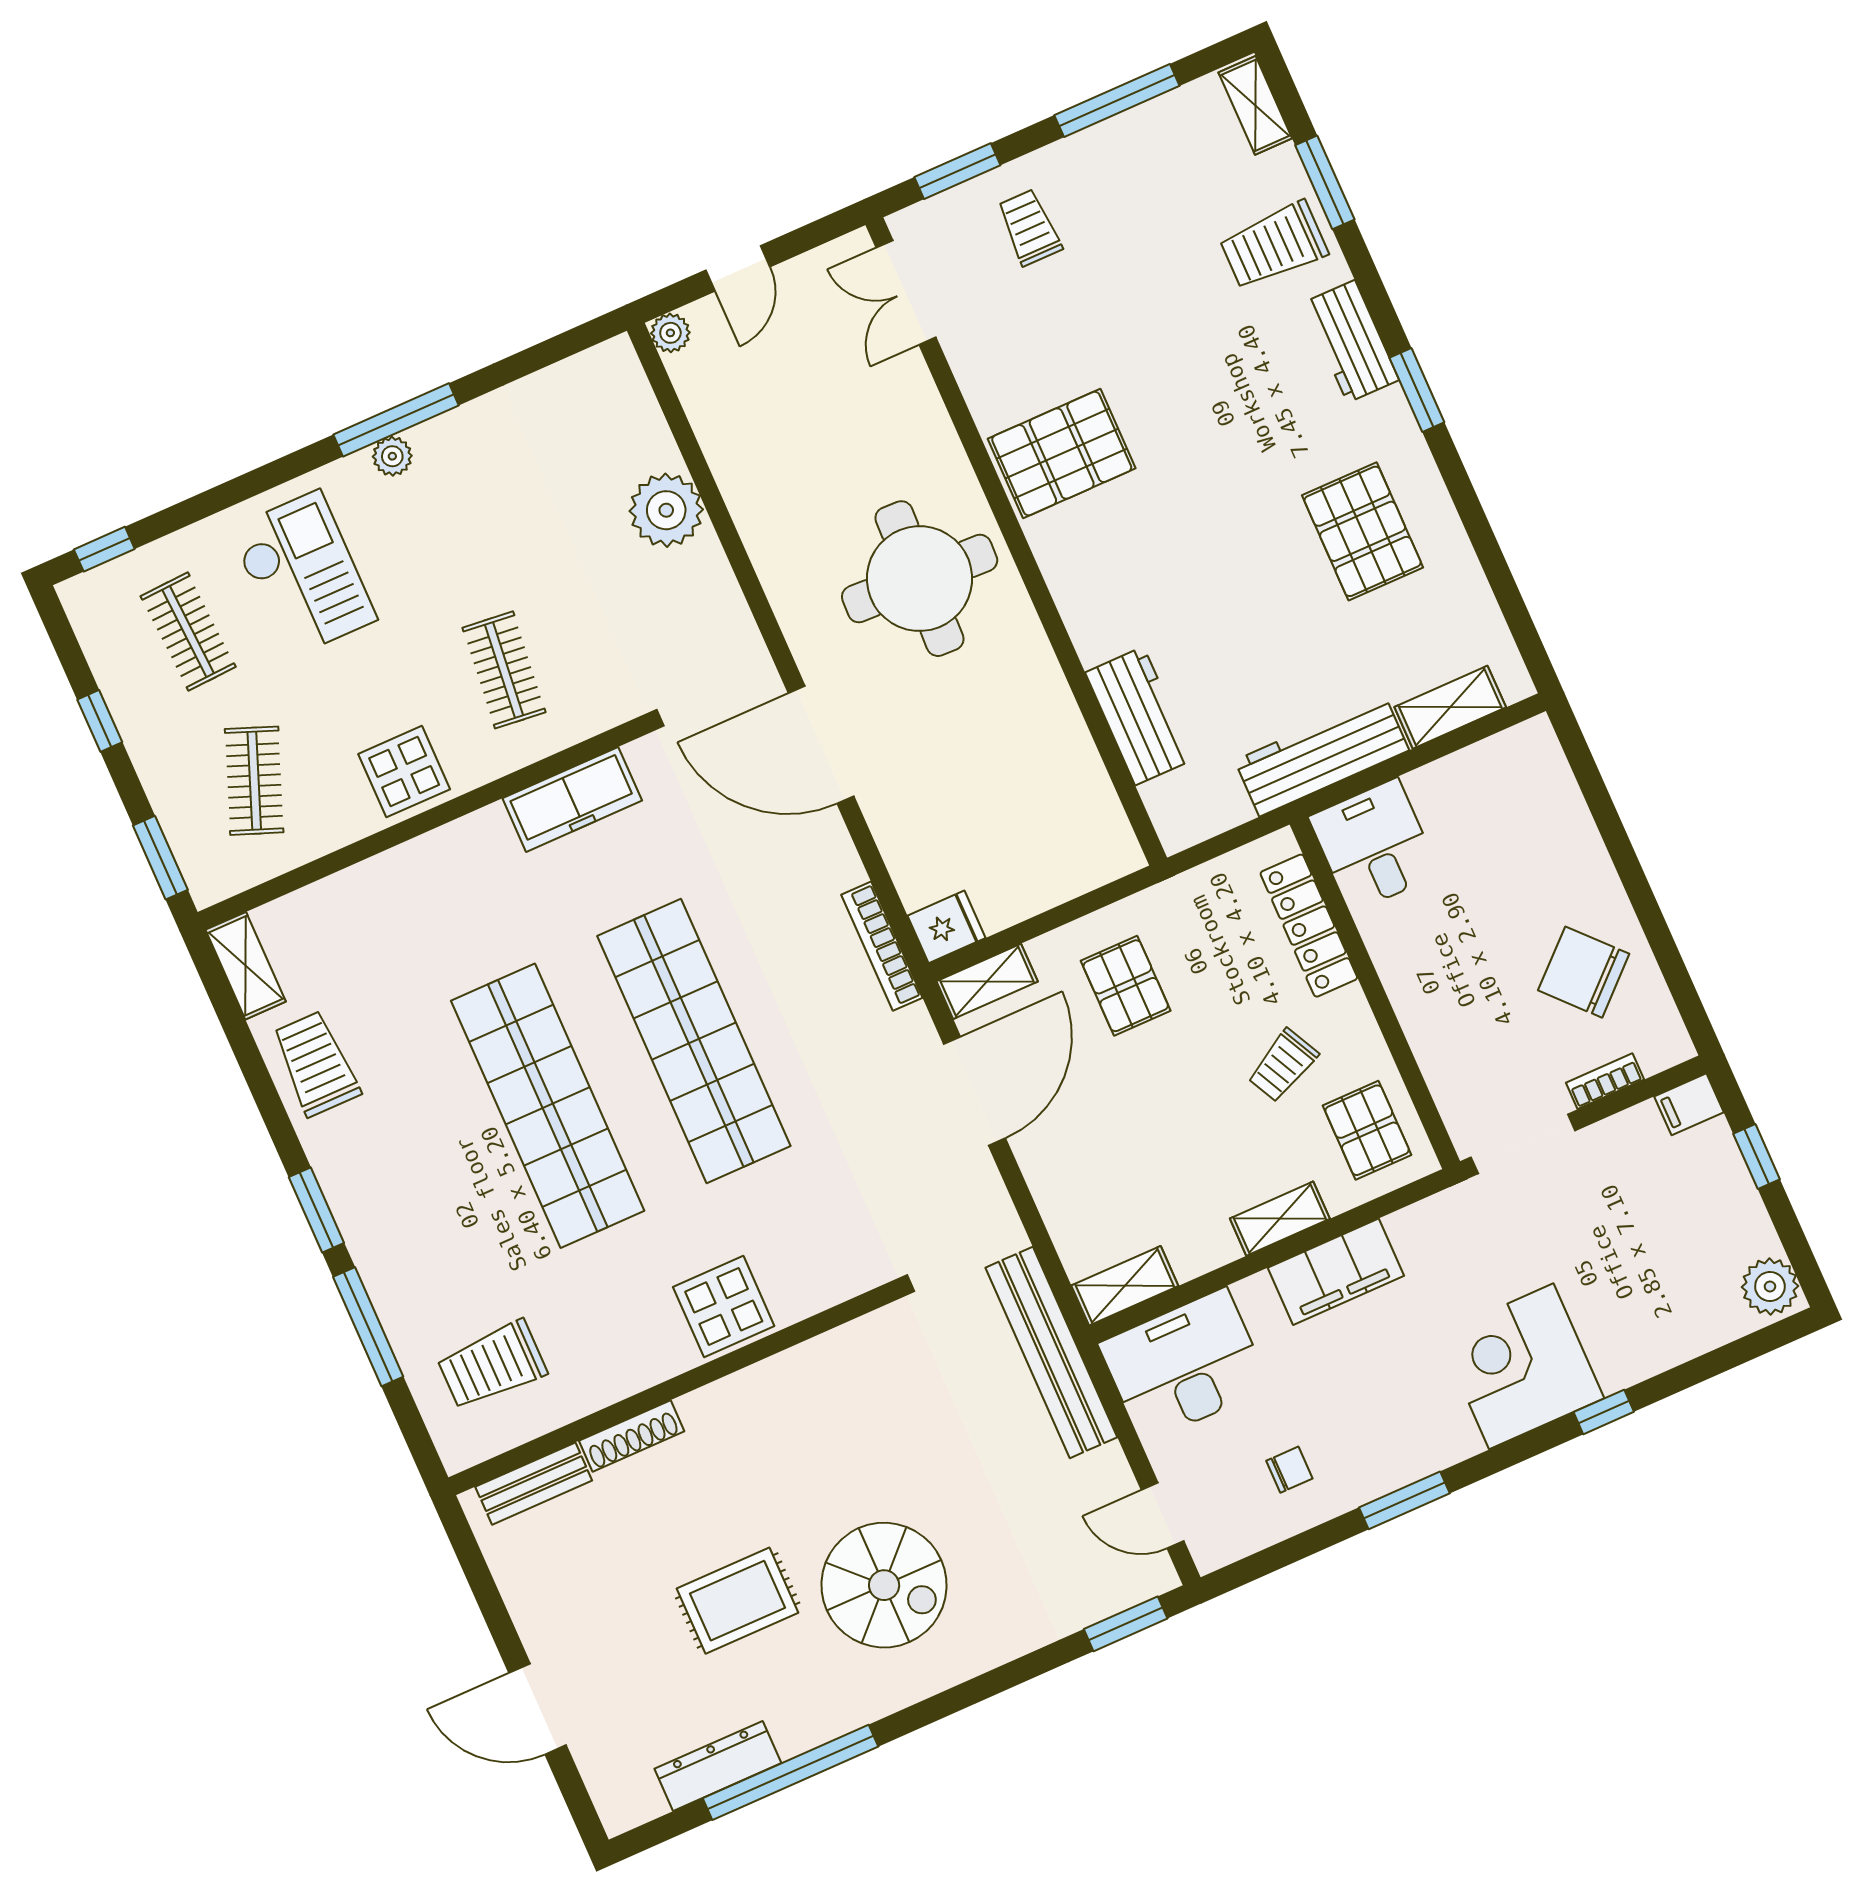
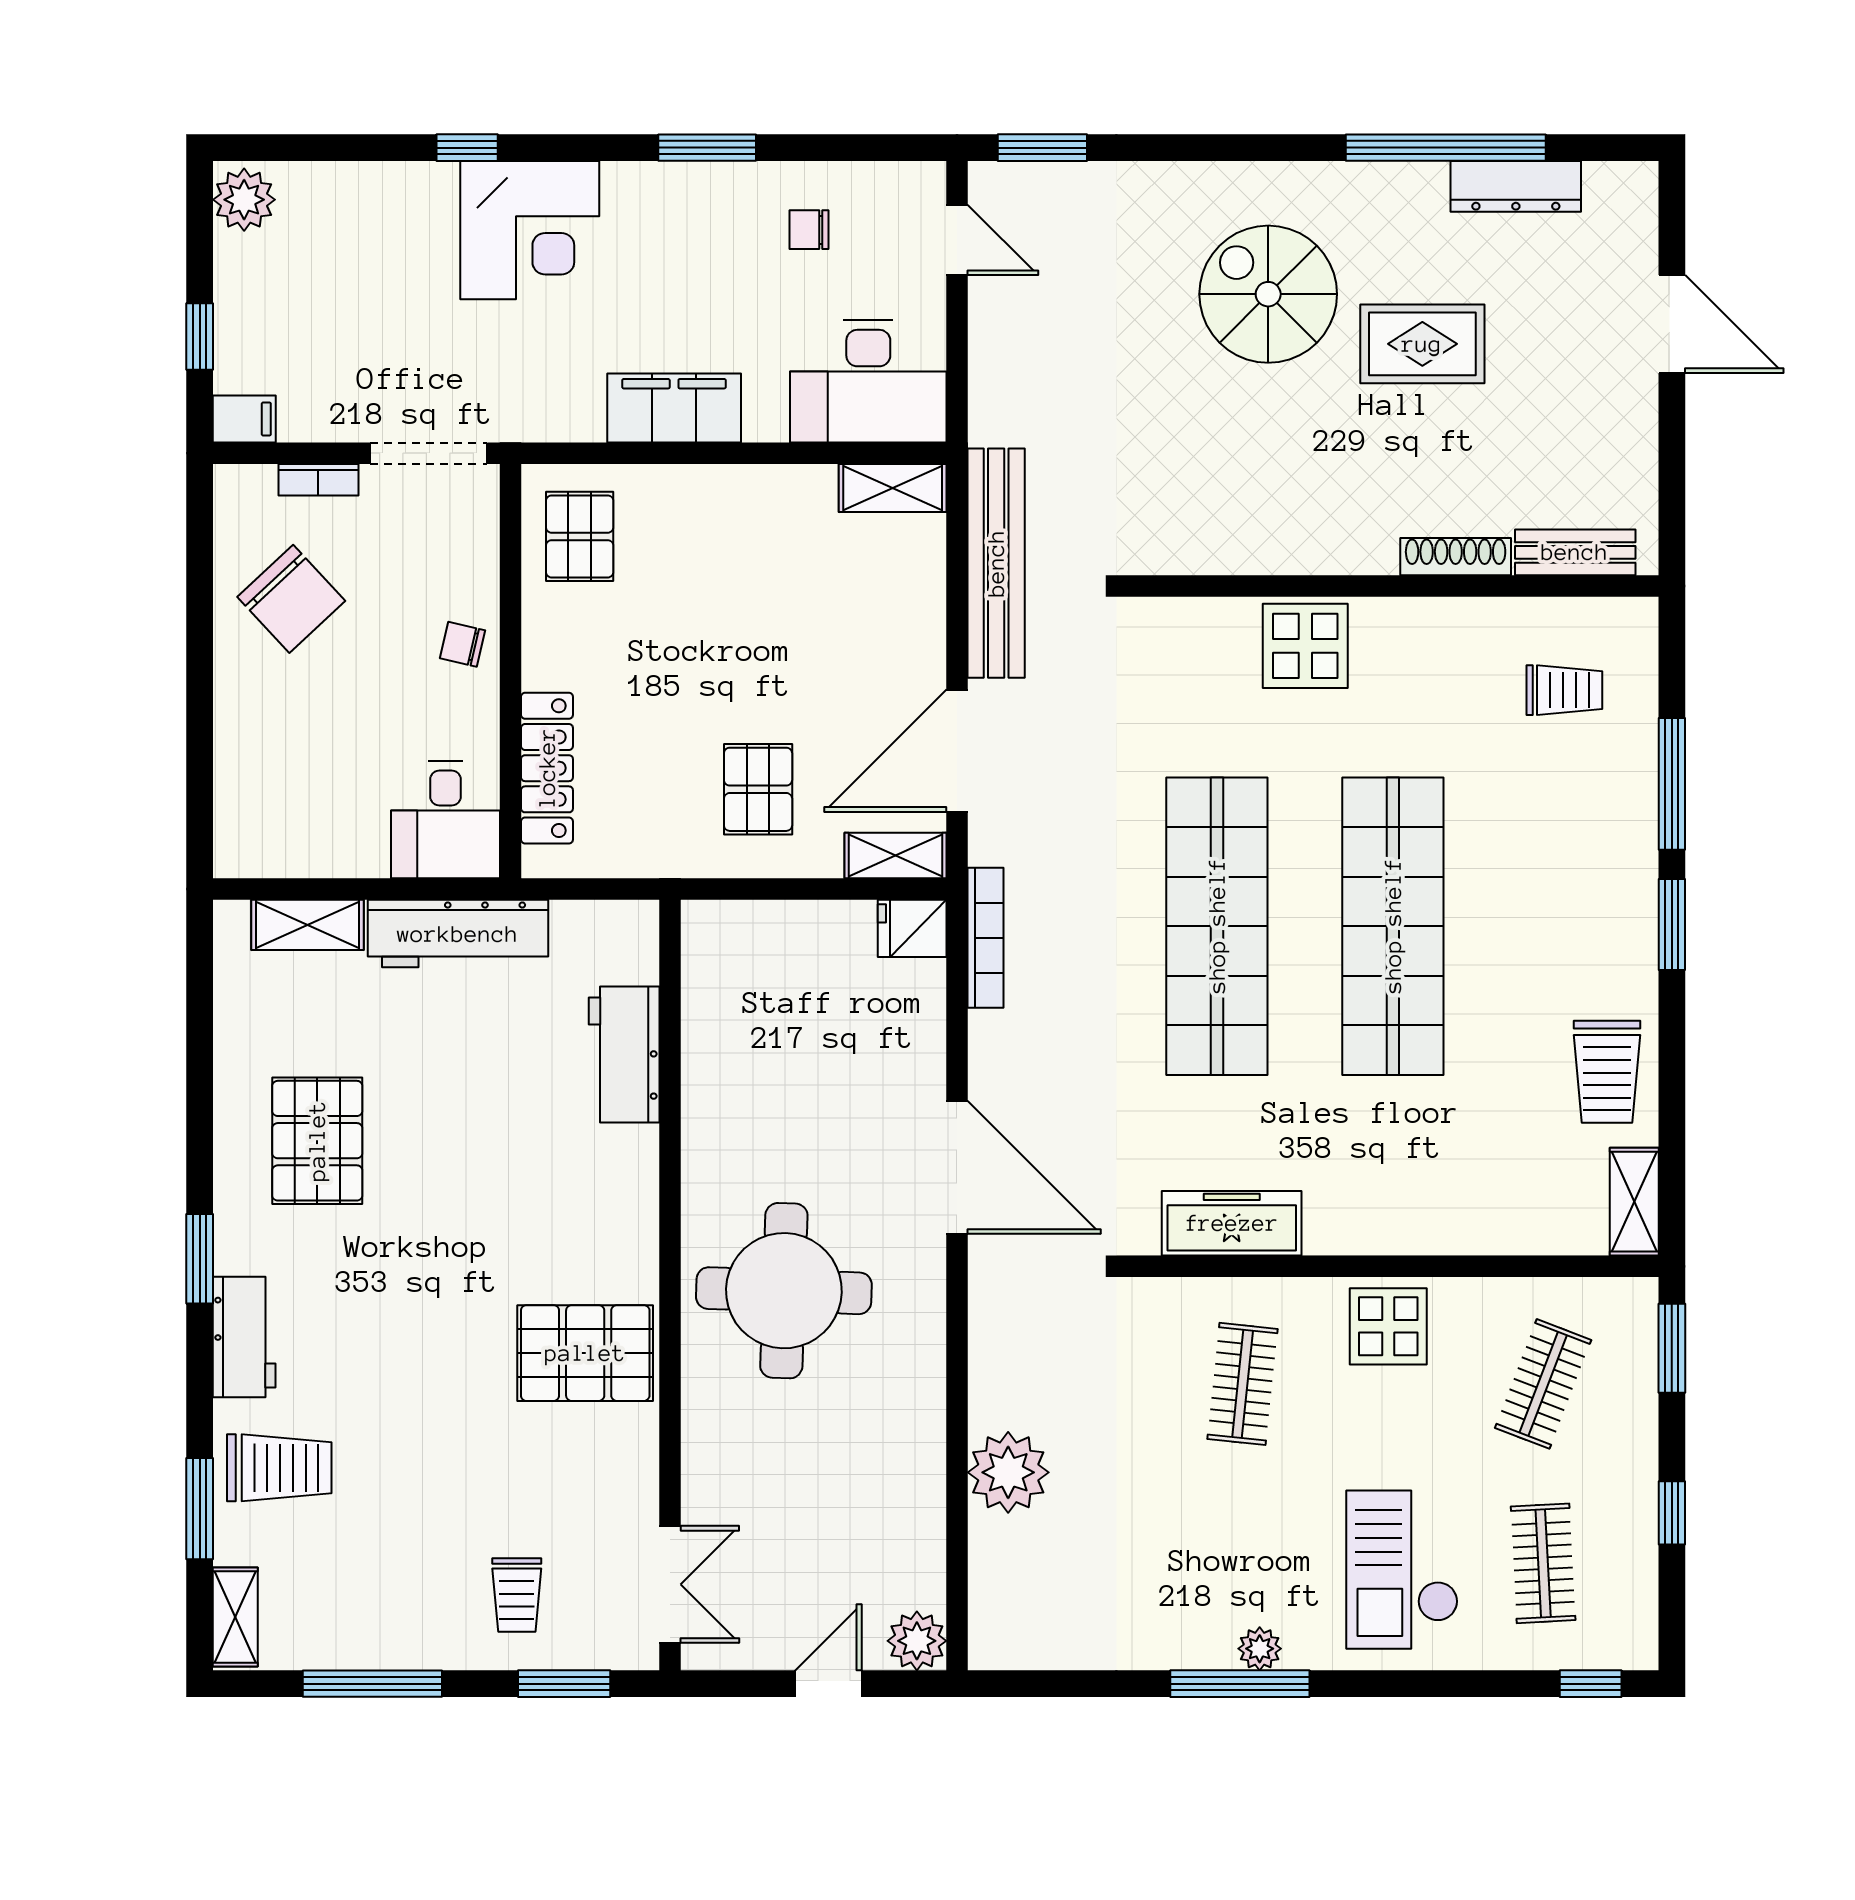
plant: (670, 333) -> (917, 1641), width x1.38, depth x1.38
chair: (1425, 997) -> (462, 644), added
trolley: (1283, 1065) -> (635, 639), removed
shelving: (1280, 1219) -> (707, 486), removed
bench: (1051, 1352) -> (996, 563), moved
trolley: (492, 1365) -> (1564, 690), width x0.73, depth x0.72

